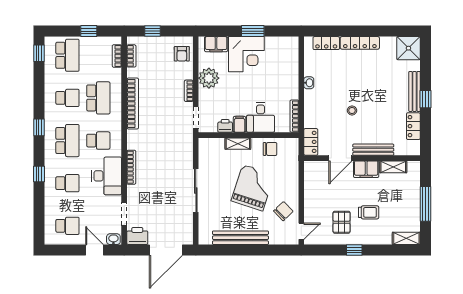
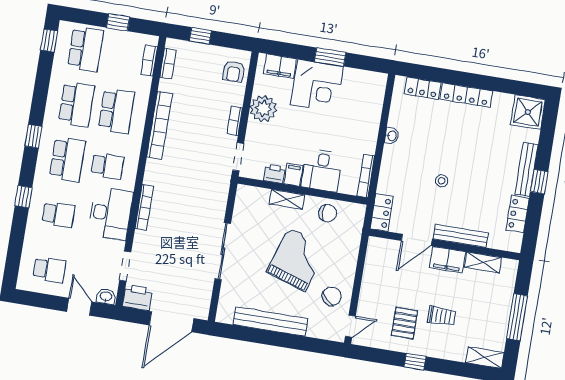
school desk: (67, 98) -> (76, 104), width x1.85

